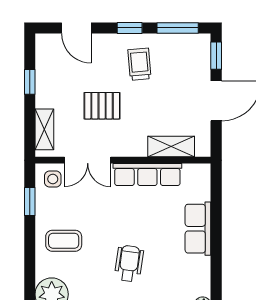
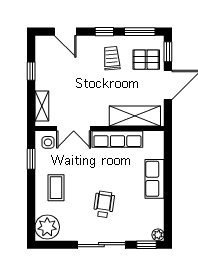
pallet: (102, 106) -> (146, 60), moved
shelving: (171, 147) -> (135, 116), width x1.50, depth x1.33
coffee table: (64, 241) -> (56, 188), turned 90

